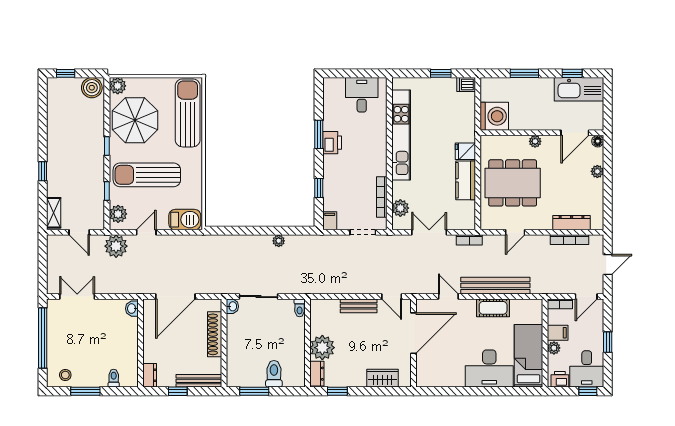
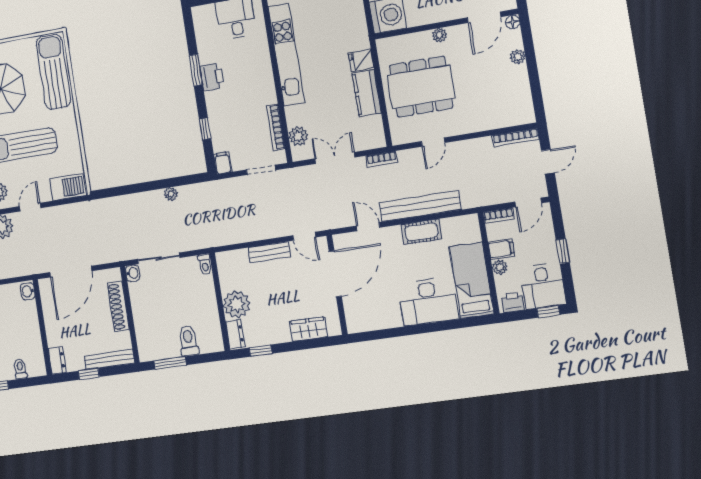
dresser: (572, 223) -> (497, 120), removed
bookcase: (569, 240) -> (516, 137), moved

